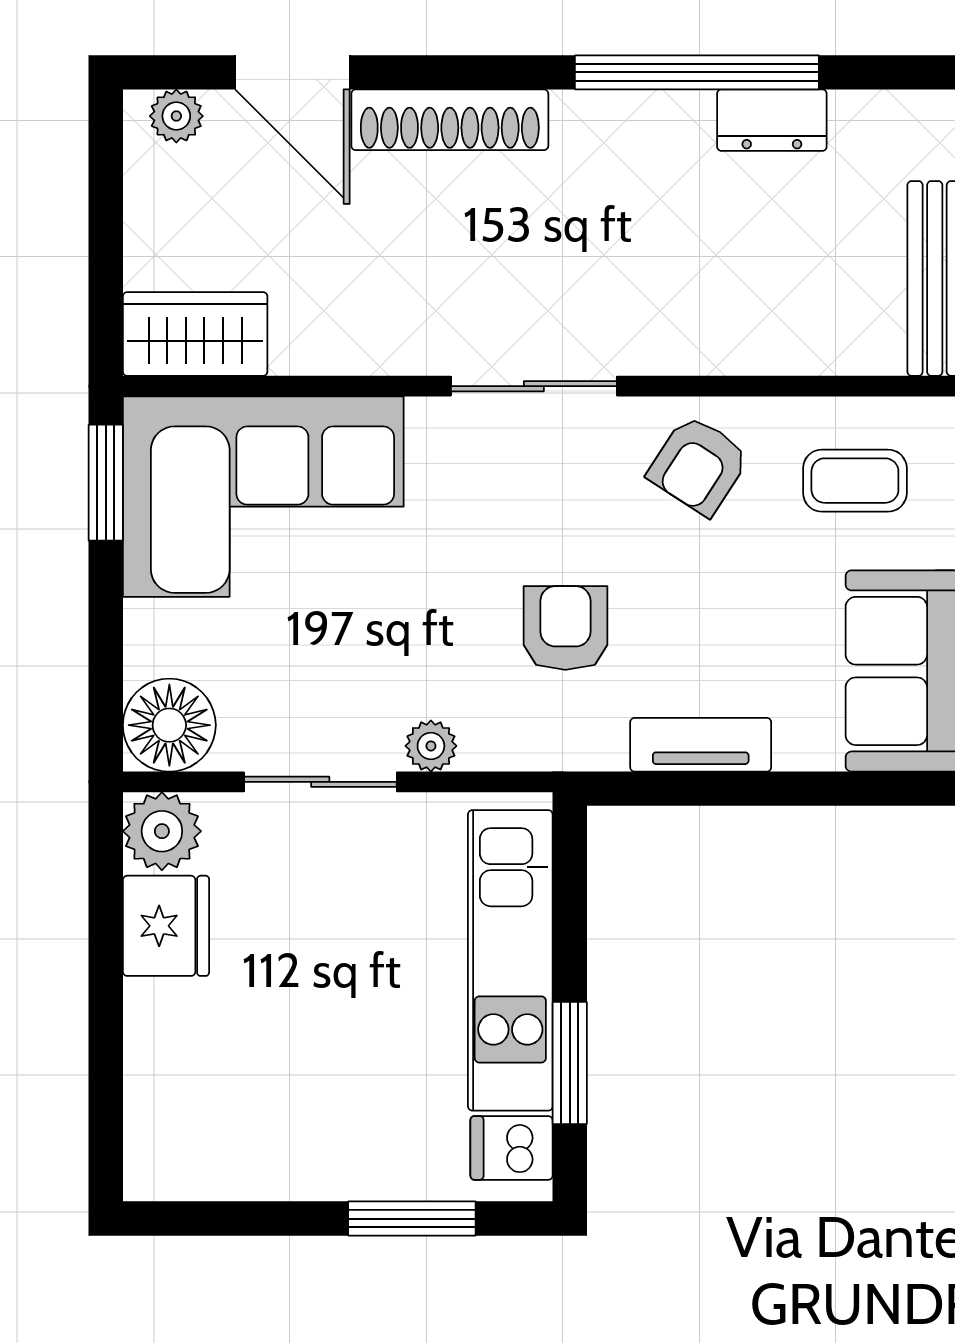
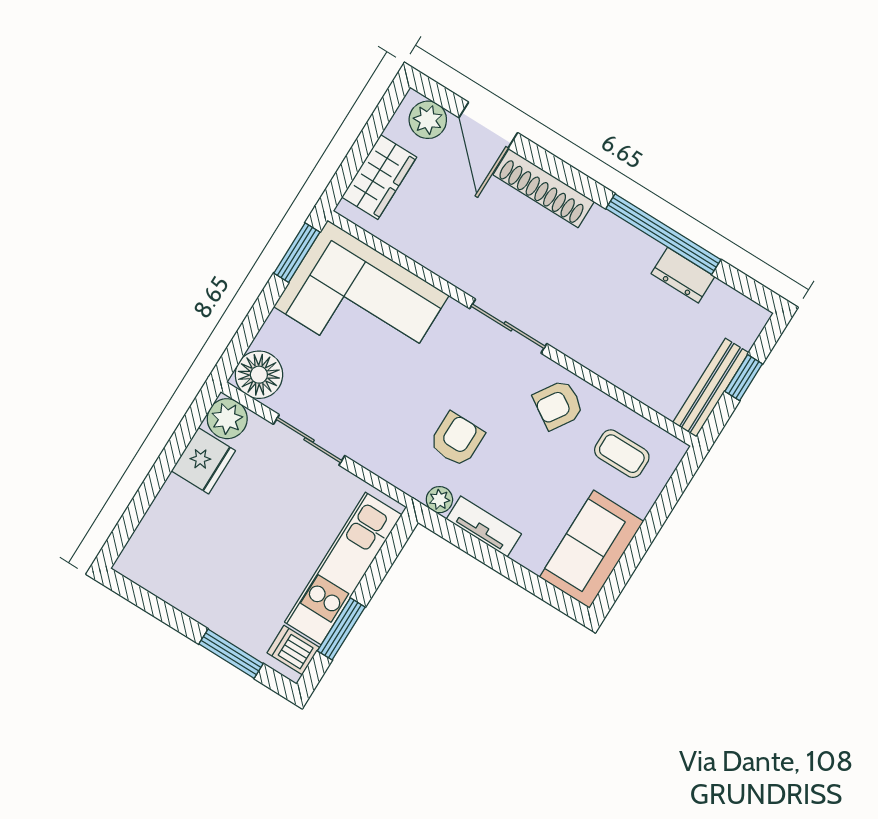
plant: (176, 116) -> (428, 120), width x1.38, depth x1.38
wardrobe: (195, 334) -> (379, 177), moved, turned 90
plant: (431, 746) -> (439, 500), moved

